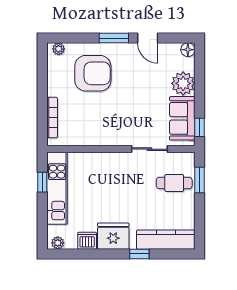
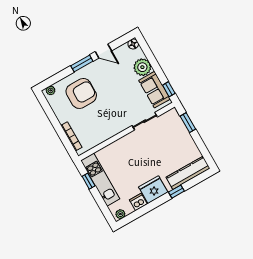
cafe table: (174, 183) -> (173, 134), removed

